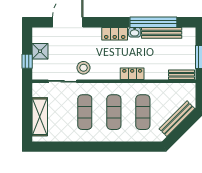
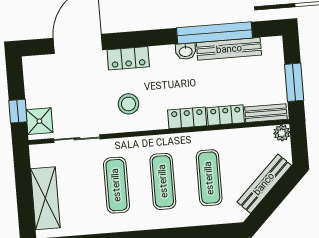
locker: (115, 34) -> (128, 58), moved
shower: (40, 51) -> (39, 121), moved
stool: (83, 68) -> (128, 104), moved
locker: (156, 74) -> (226, 115), added
plant: (190, 88) -> (282, 133), added

